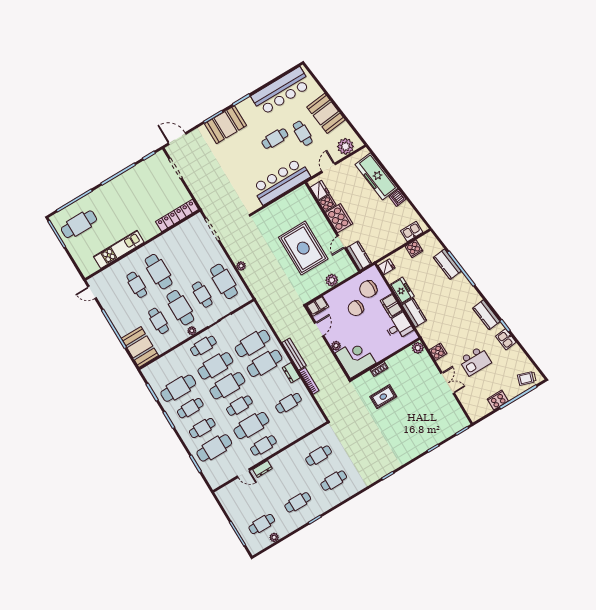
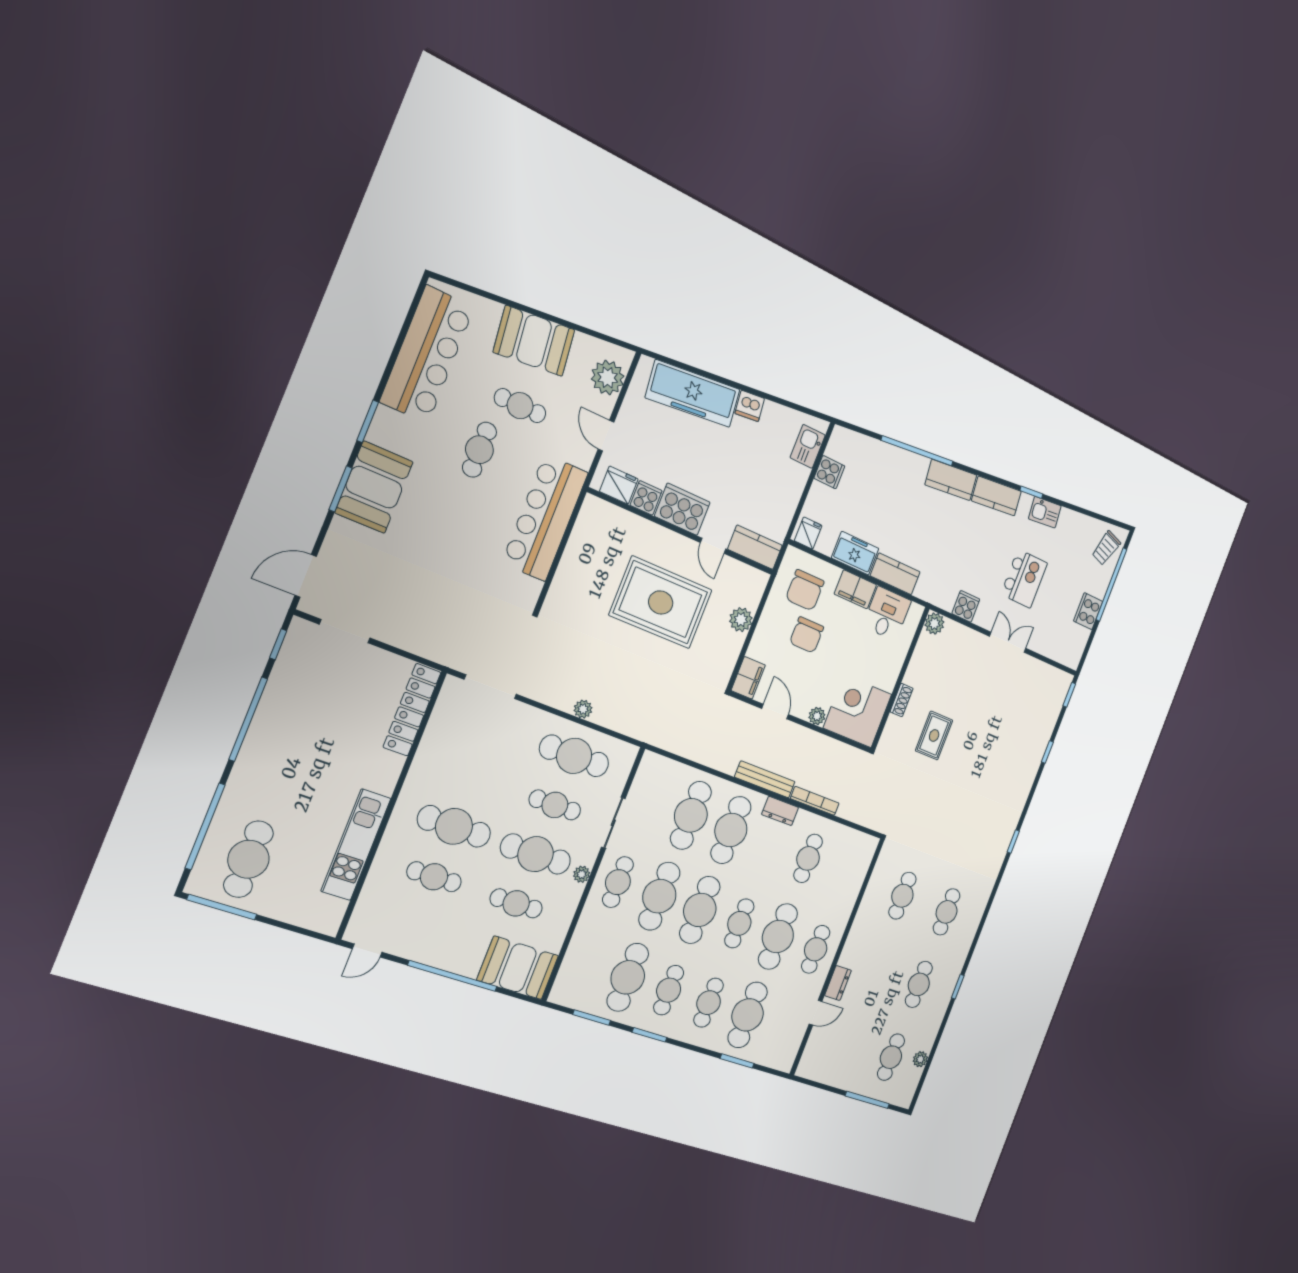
kitchen counter: (447, 264) -> (951, 480), moved

